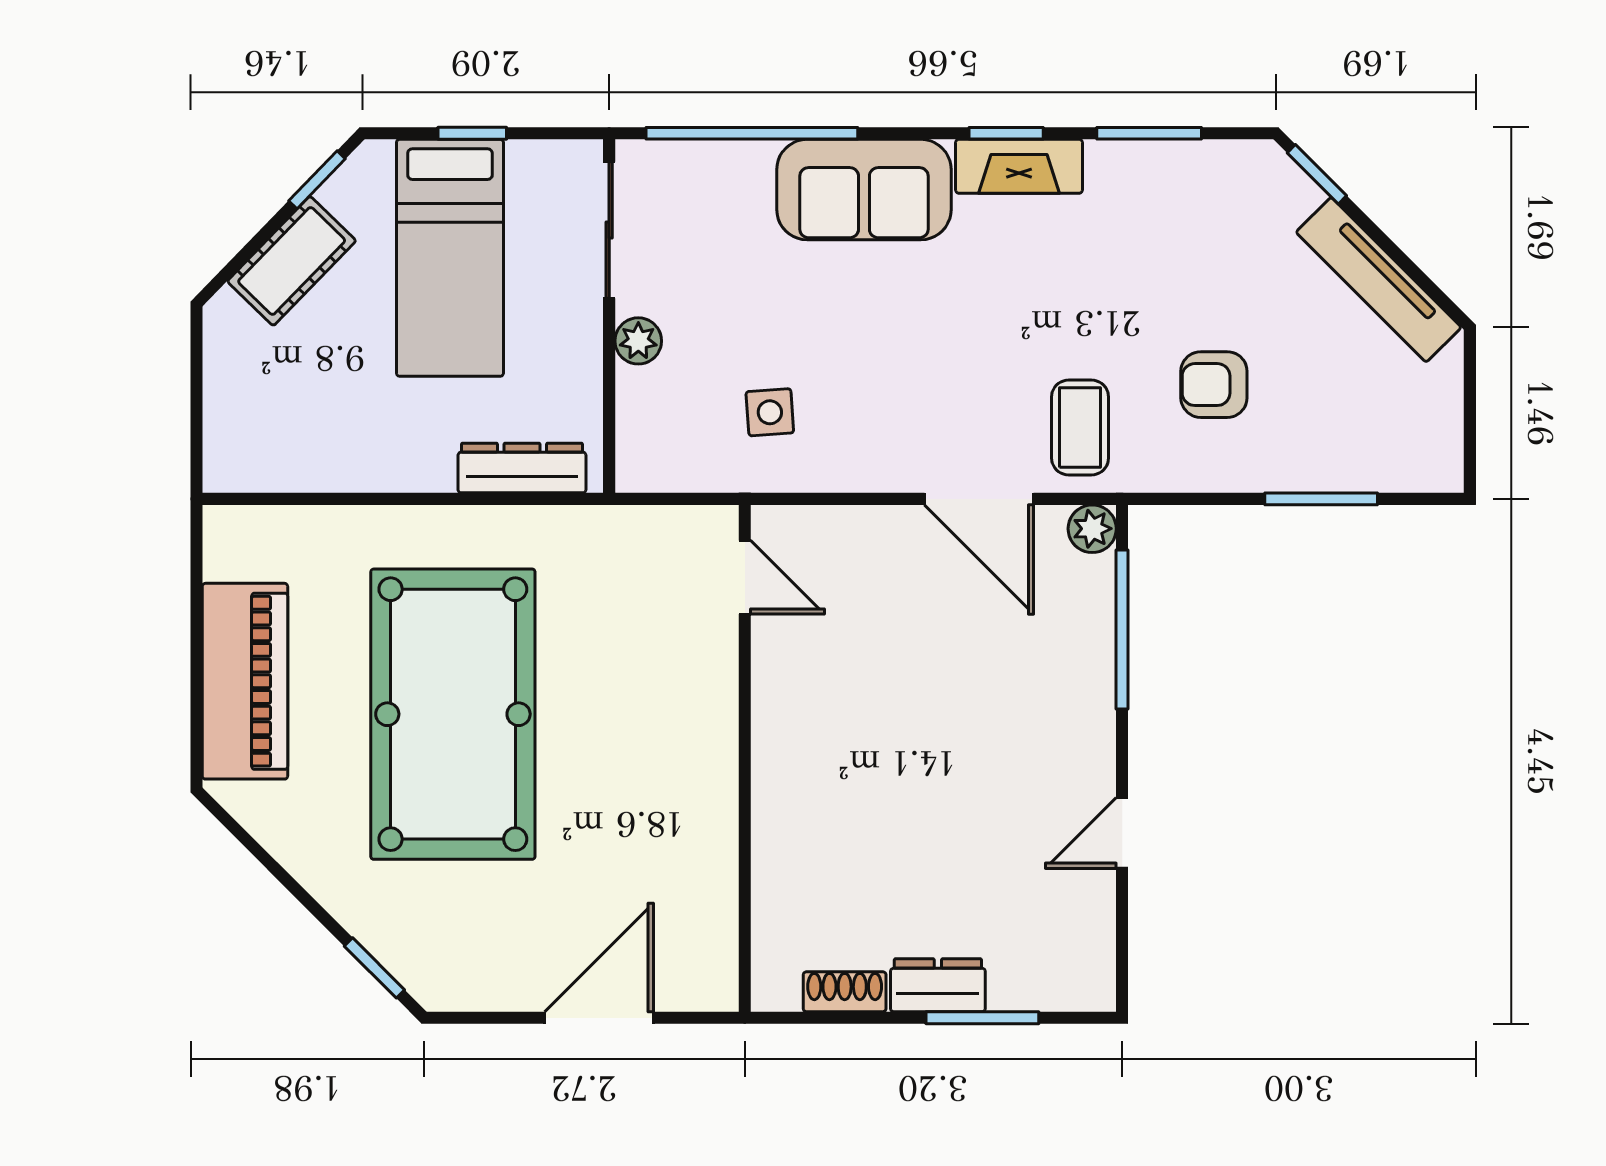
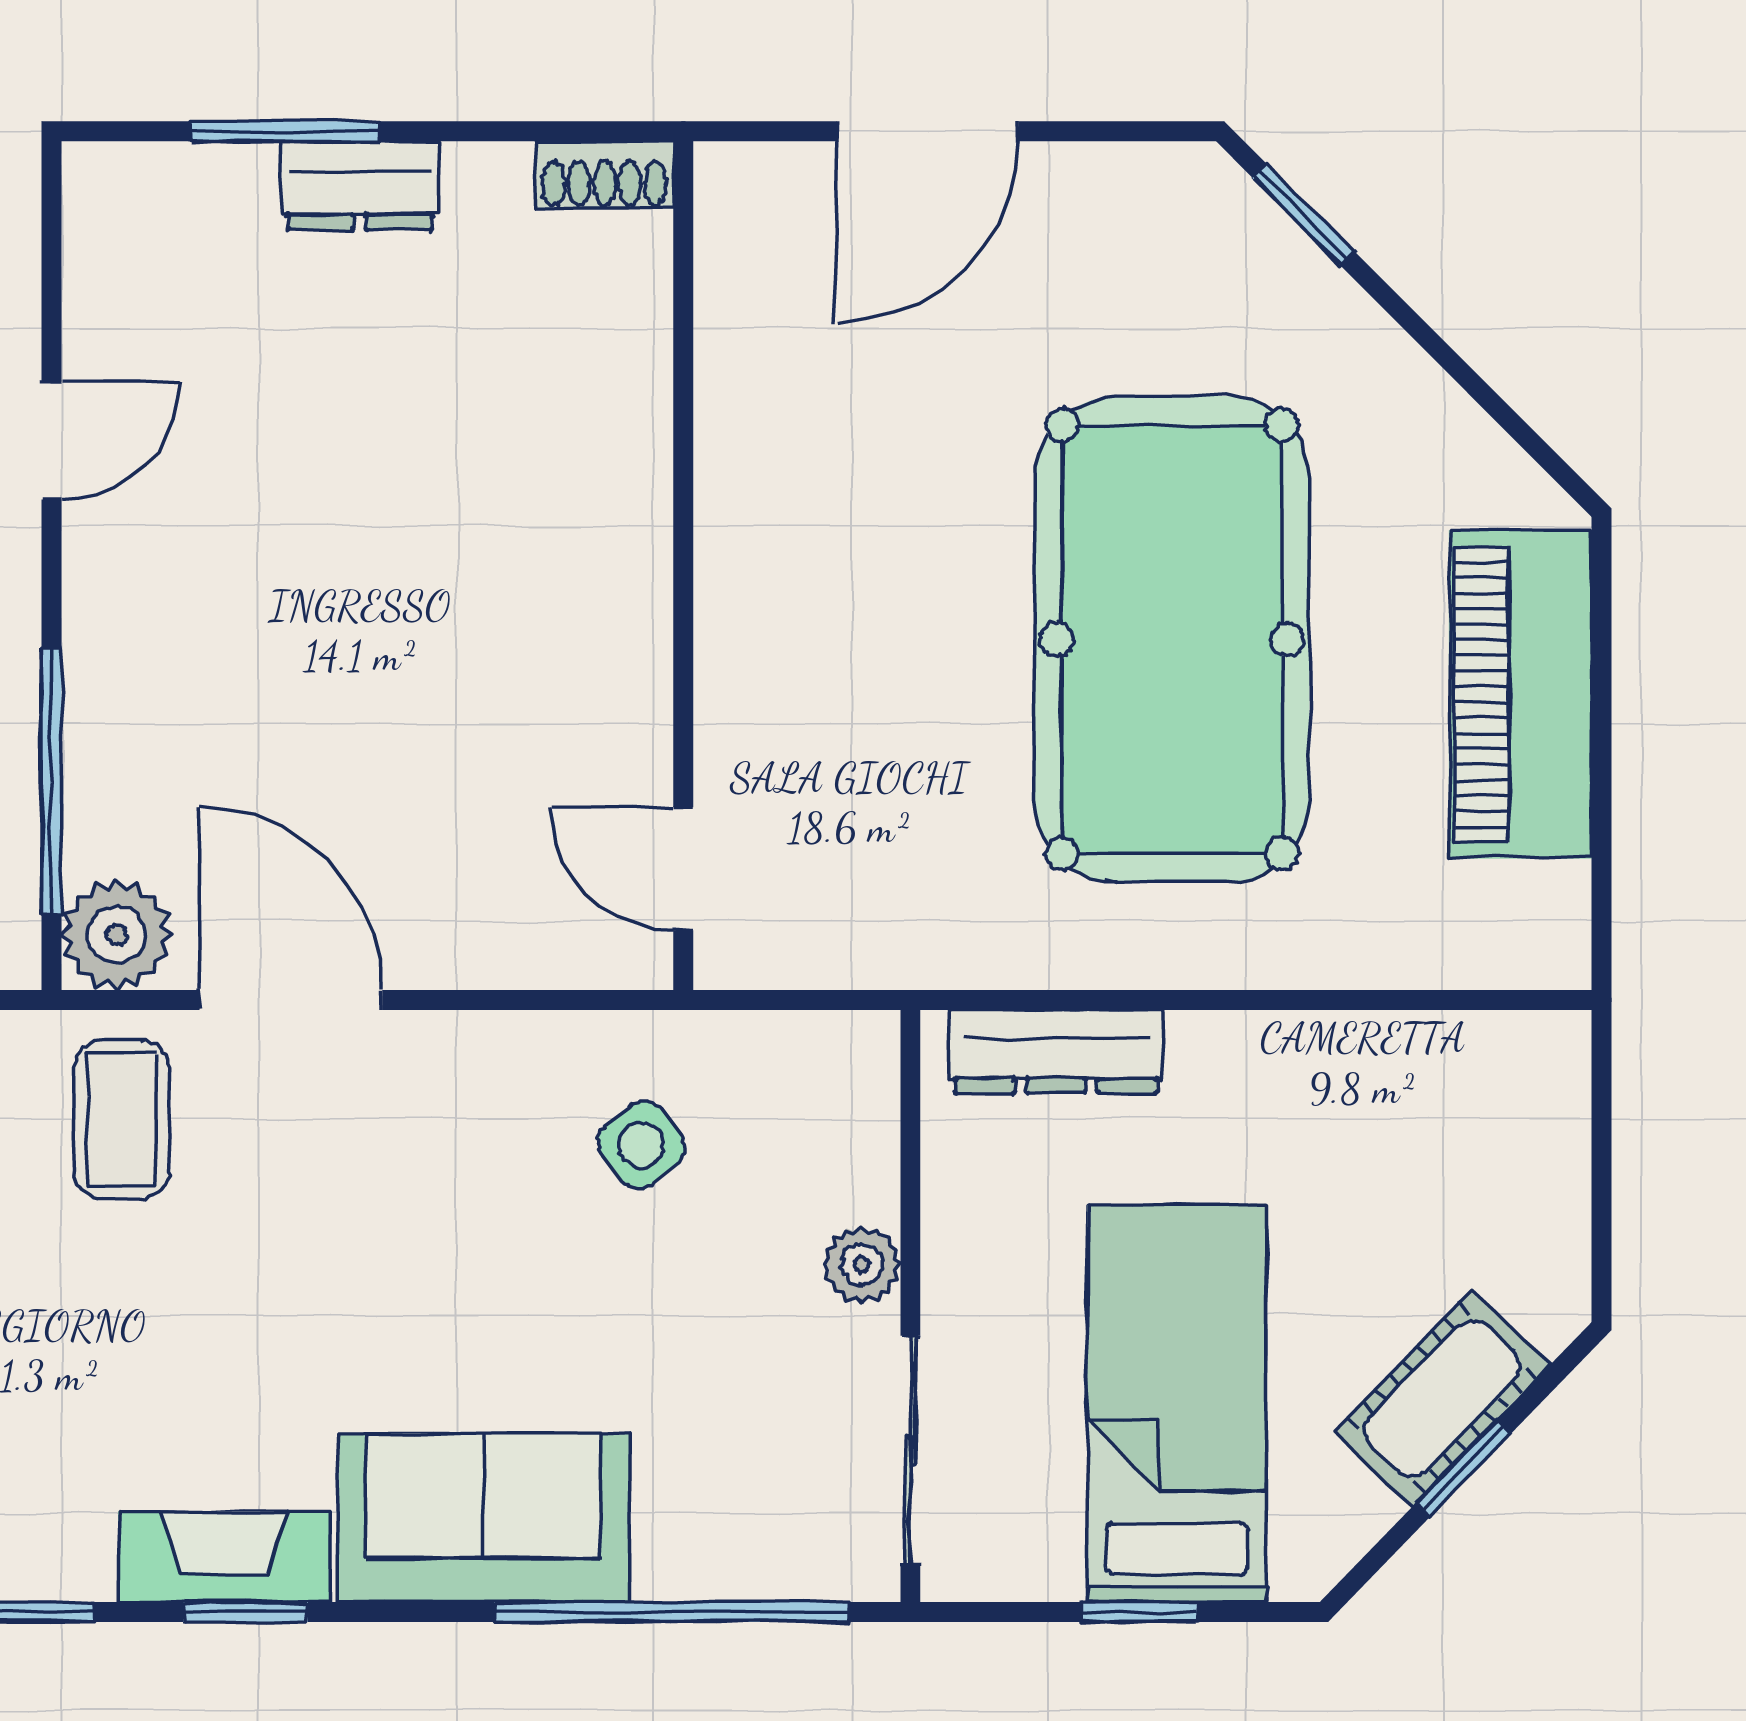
window: (317, 180) -> (1464, 1468), moved
side table: (770, 412) -> (641, 1145), turned -36
plant: (1092, 529) -> (117, 935), width x1.38, depth x1.38
shoe rack: (845, 992) -> (604, 175), moved

